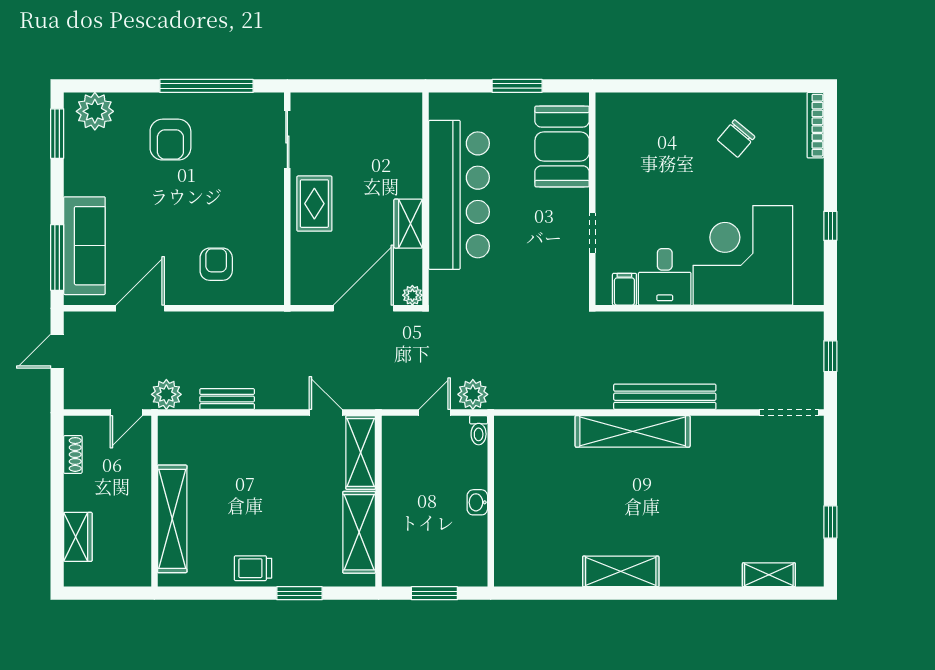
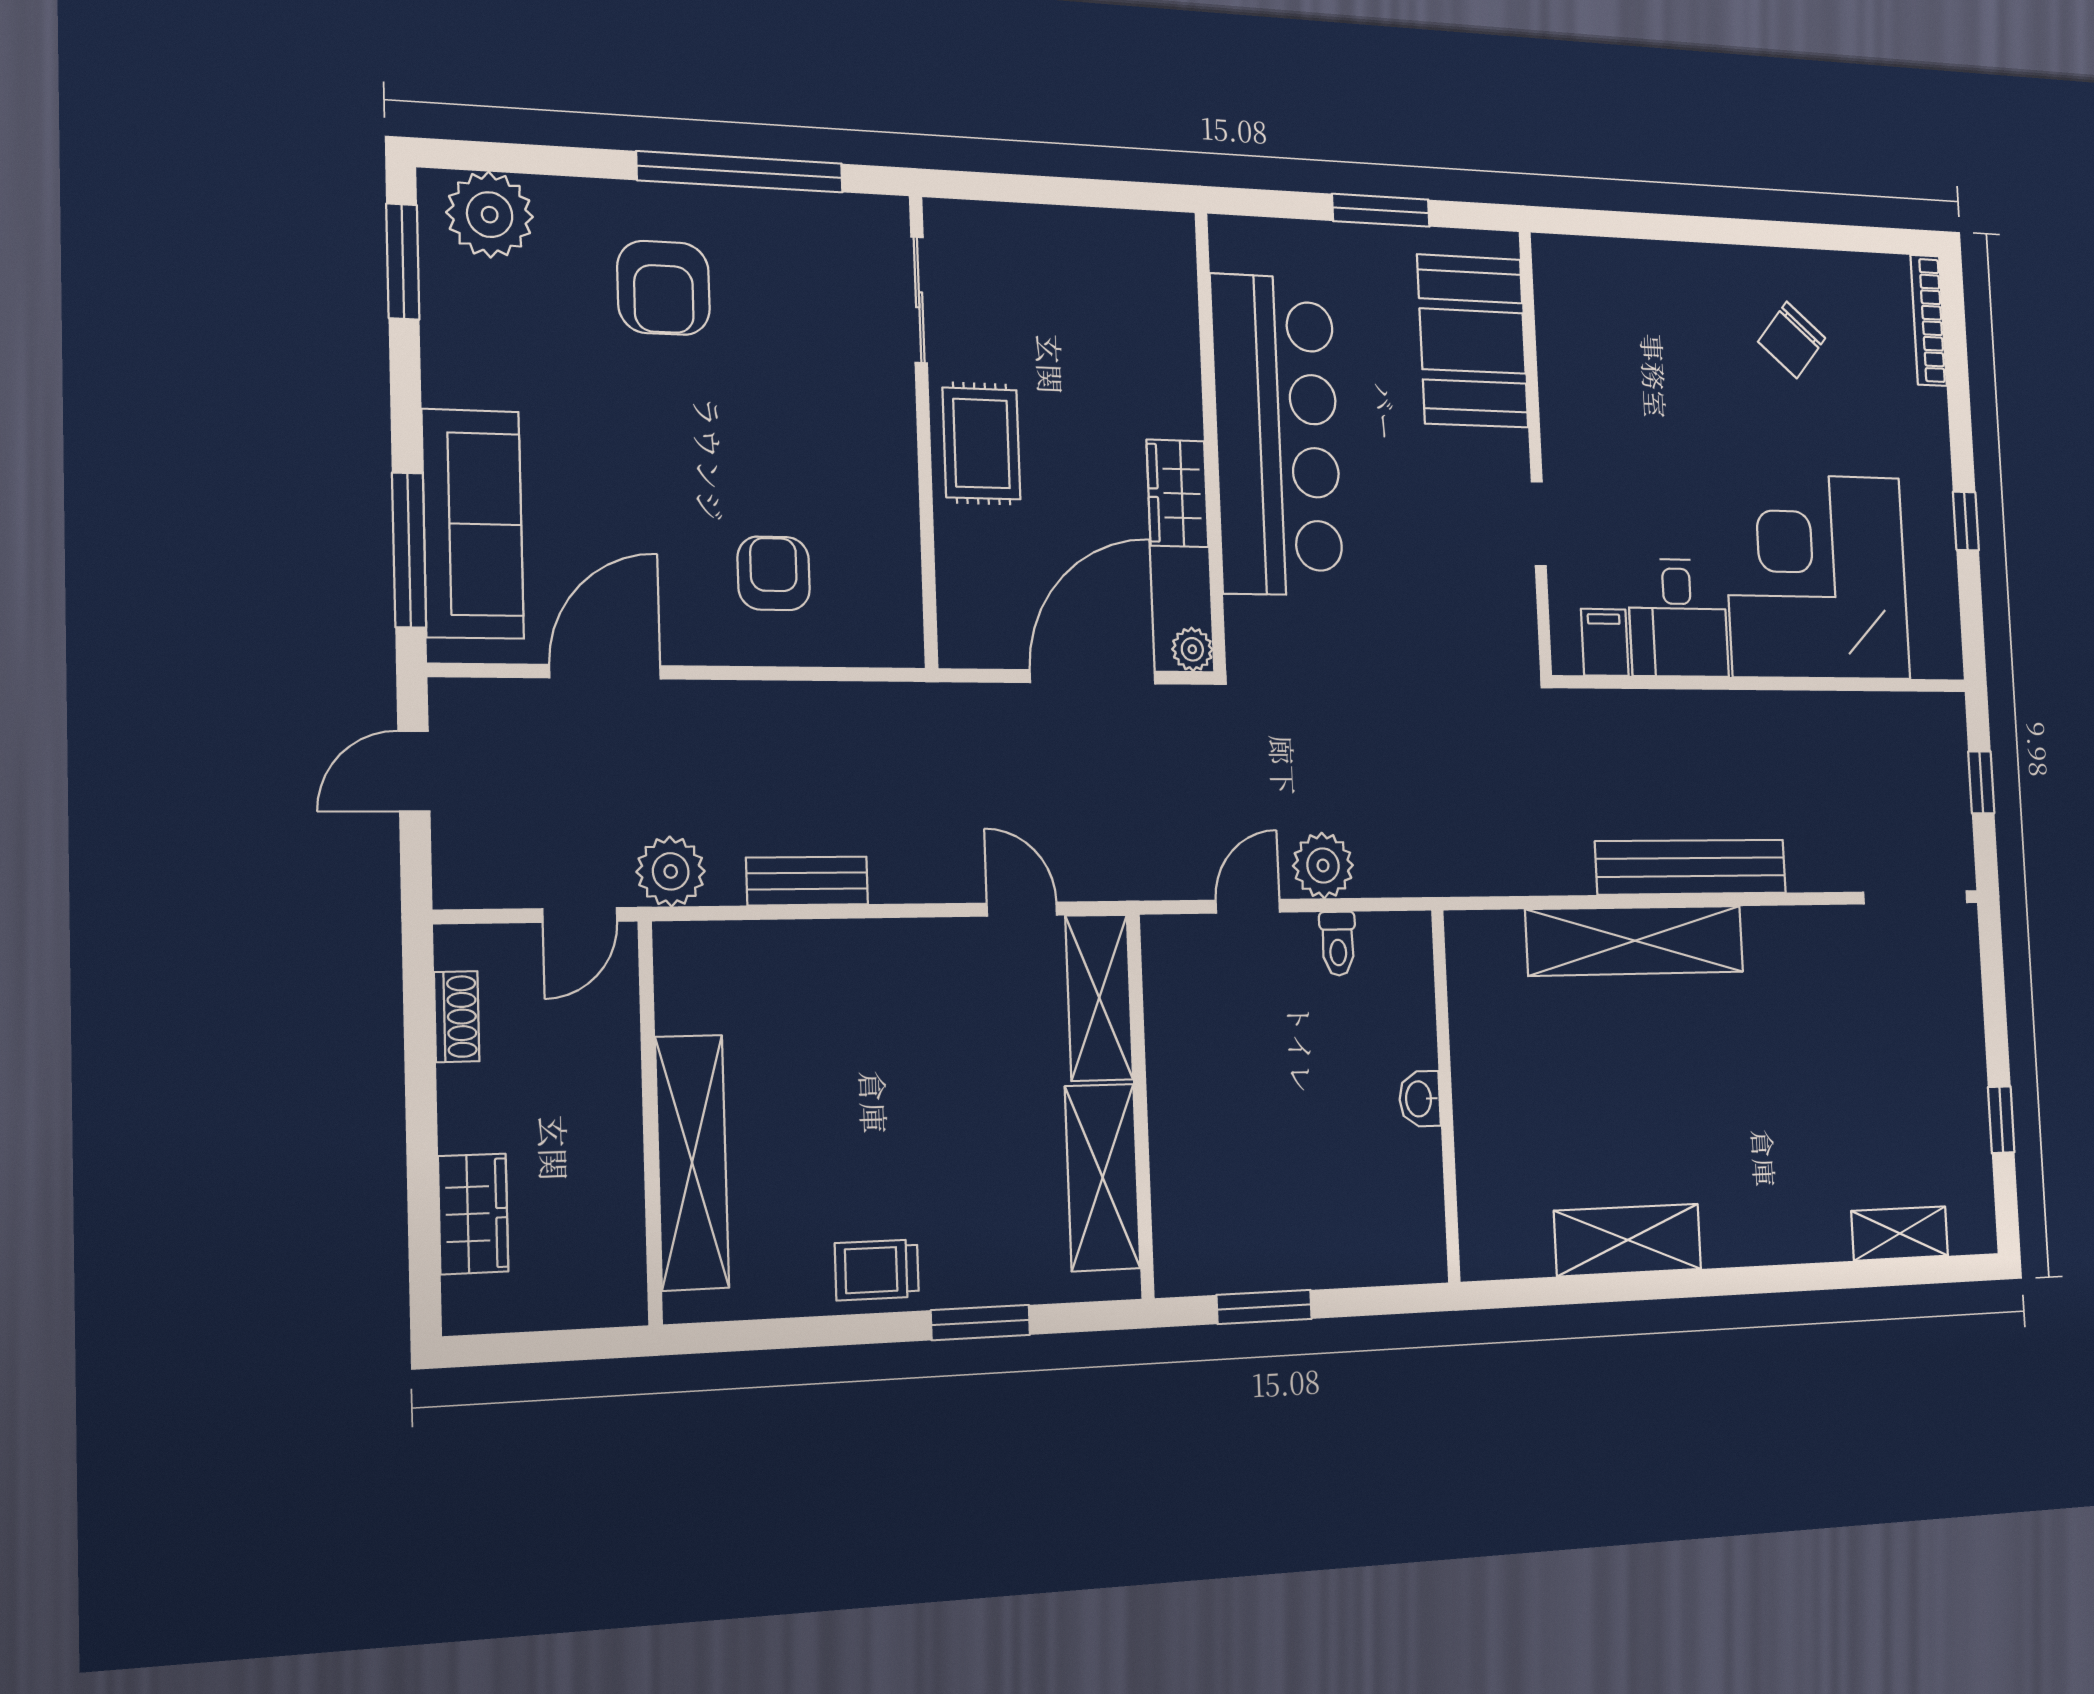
wall: (491, 501) -> (1446, 1095), moved
washbasin: (477, 502) -> (1420, 1099), moved

